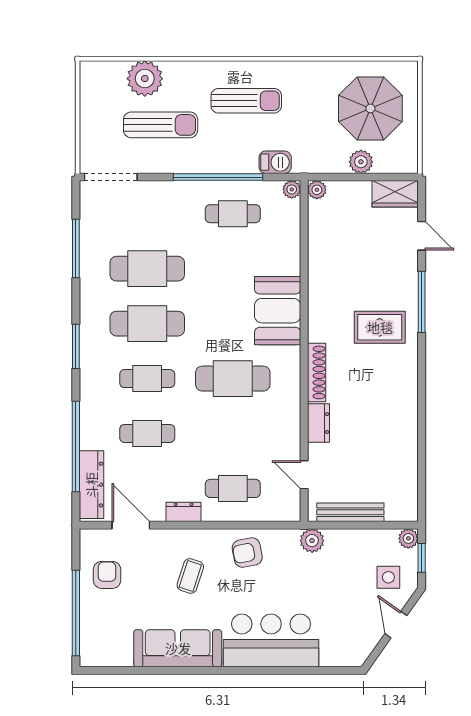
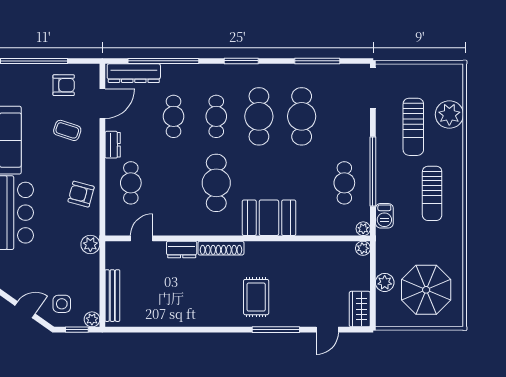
bench: (350, 512) -> (112, 296), moved
armchair: (247, 553) -> (81, 194), turned -64
coffee table: (190, 576) -> (67, 130), moved

